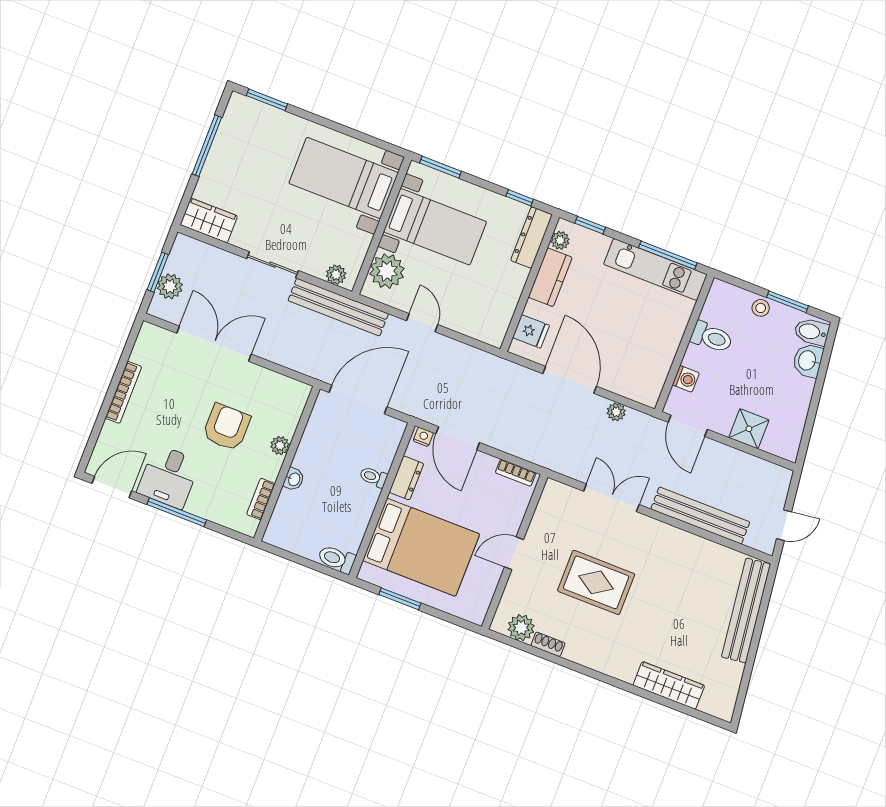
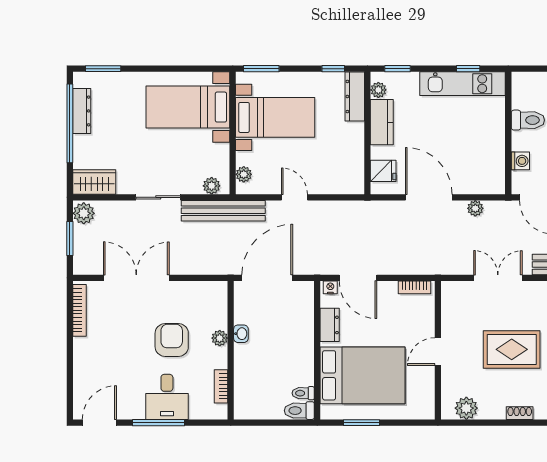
dresser: (225, 137) -> (82, 111), added
window: (207, 146) -> (70, 123), width x1.46
window: (668, 255) -> (468, 69), width x0.46
plant: (387, 271) -> (244, 174), width x0.53, depth x0.53
plant: (170, 286) -> (84, 213), moved
bookcase: (123, 392) -> (79, 310), moved
desk: (169, 477) -> (167, 397), moved
toilet: (373, 477) -> (303, 393), moved
washbasin: (294, 479) -> (241, 334), moved
shoe rack: (548, 644) -> (520, 413), moved

